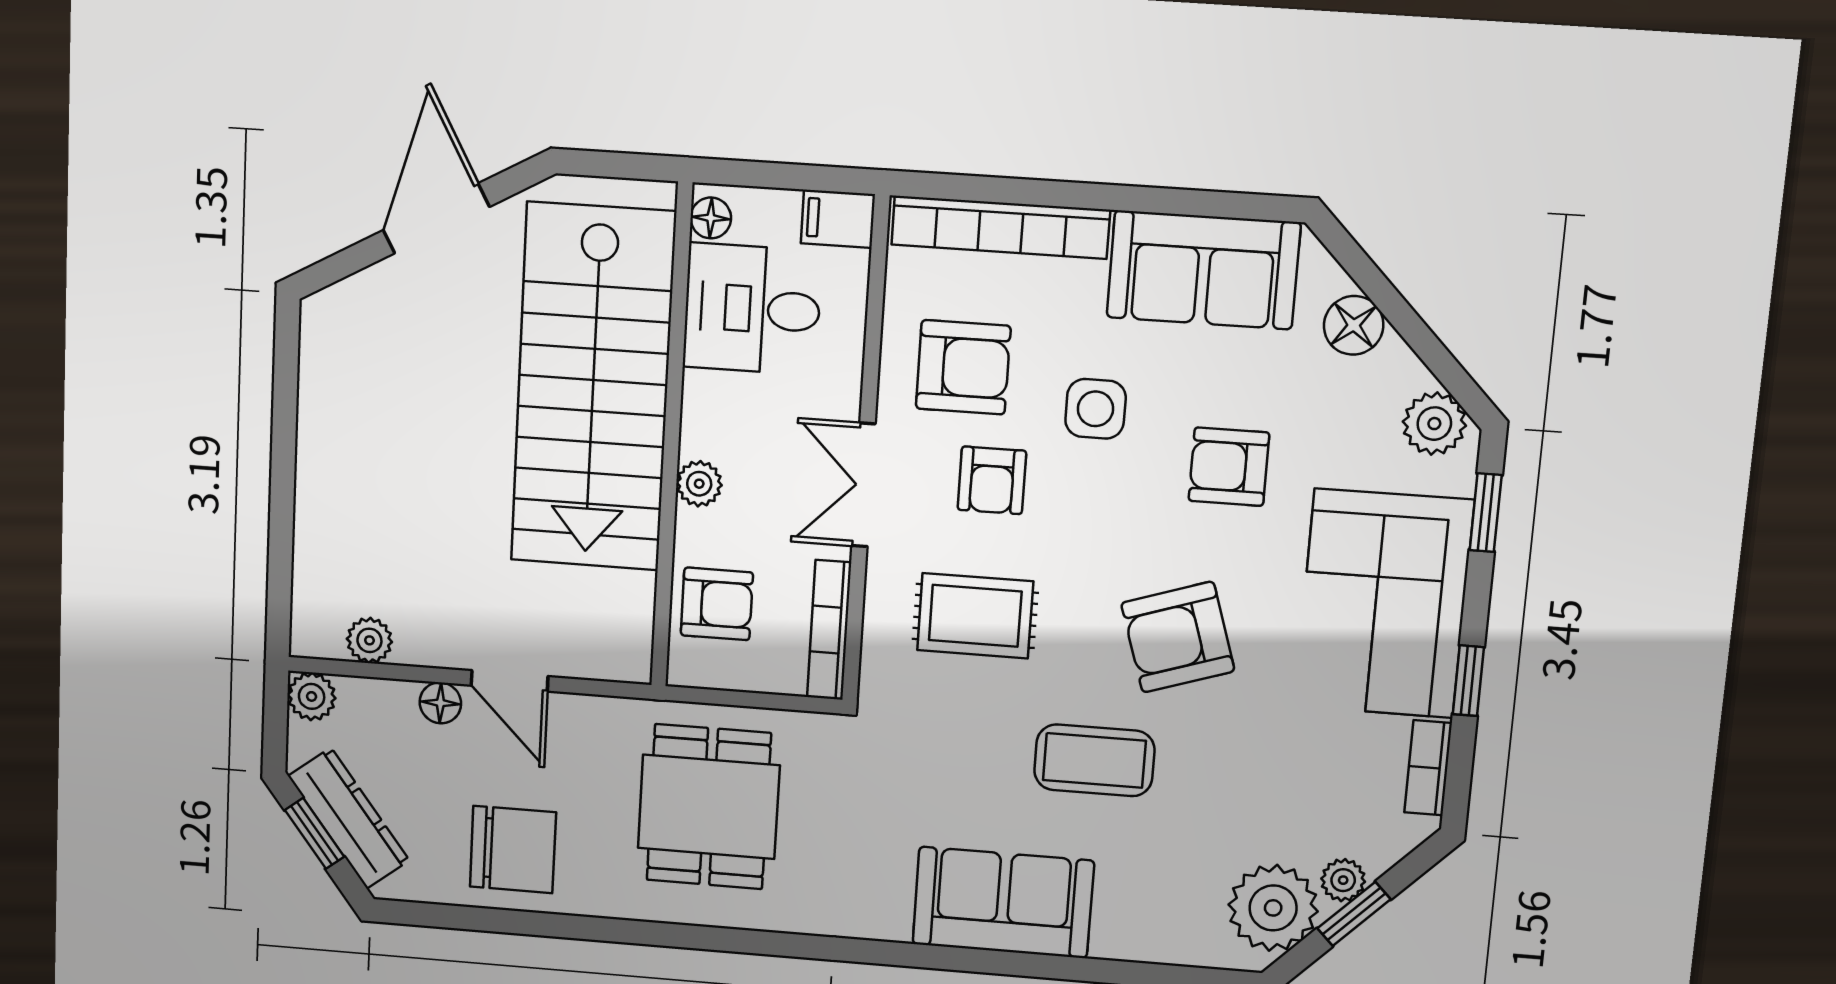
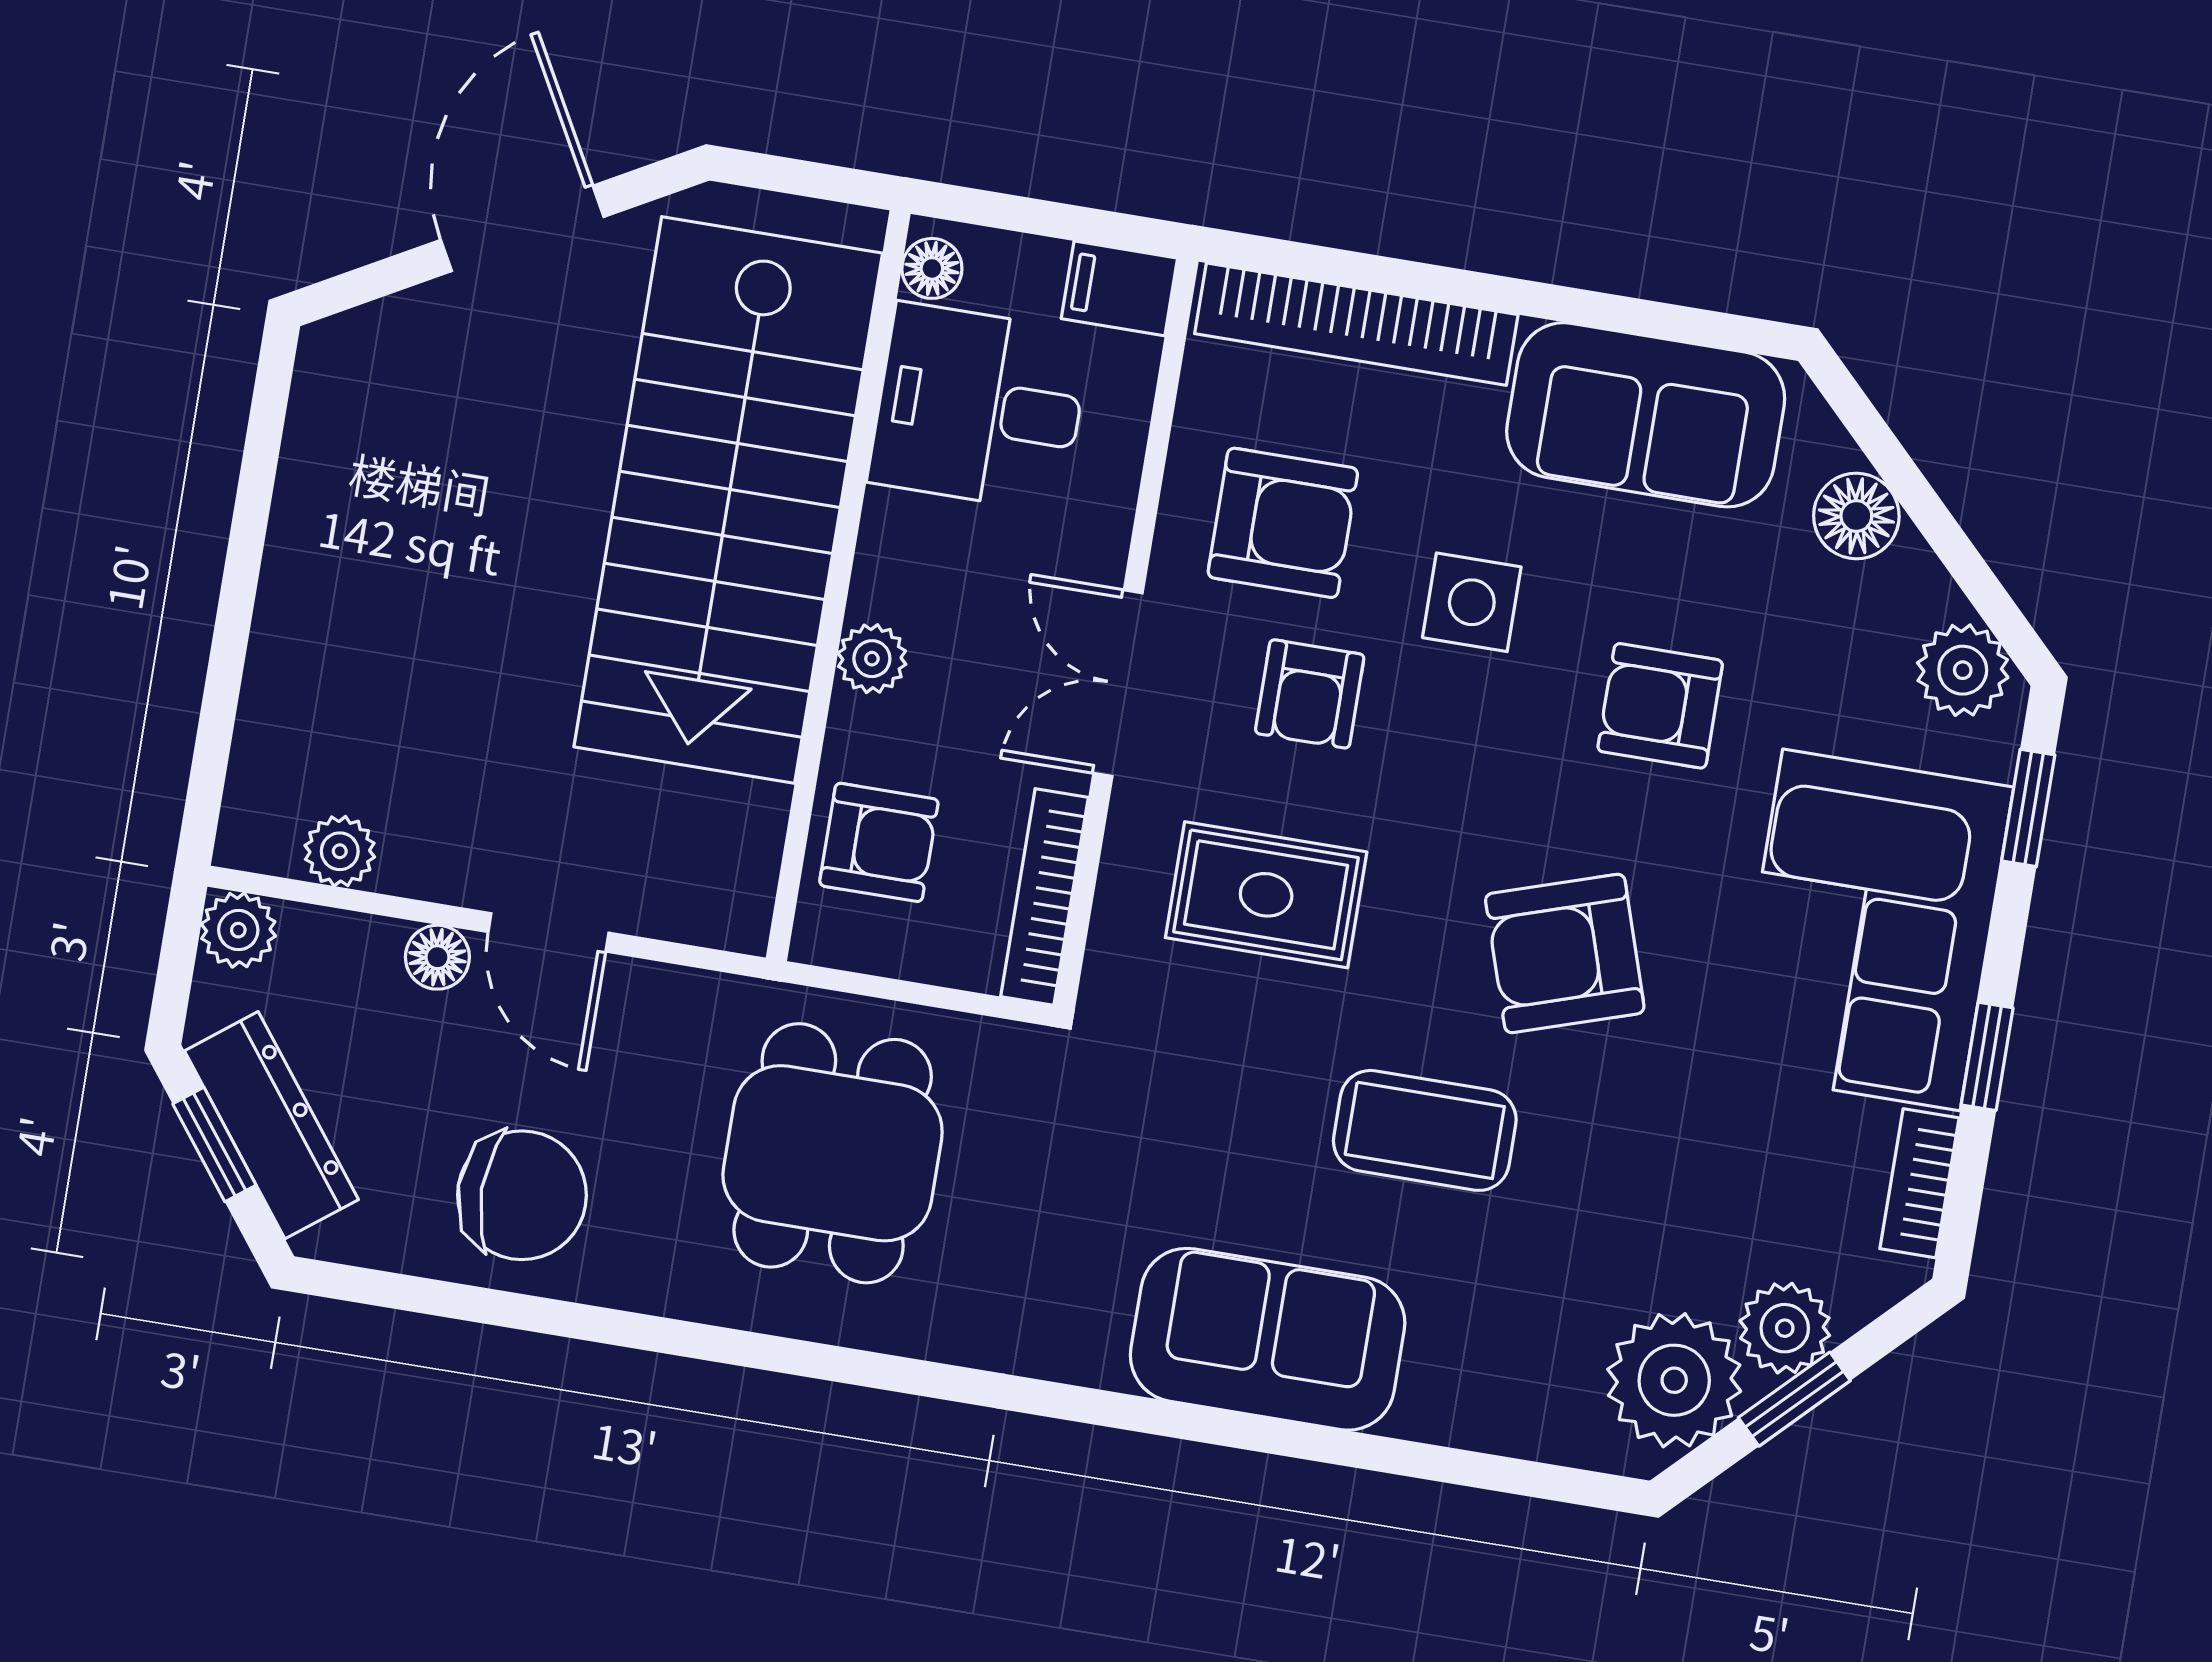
plant: (1343, 880) -> (1785, 1328), width x1.38, depth x1.38

